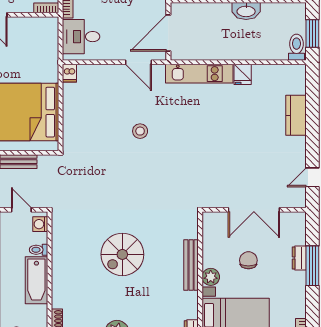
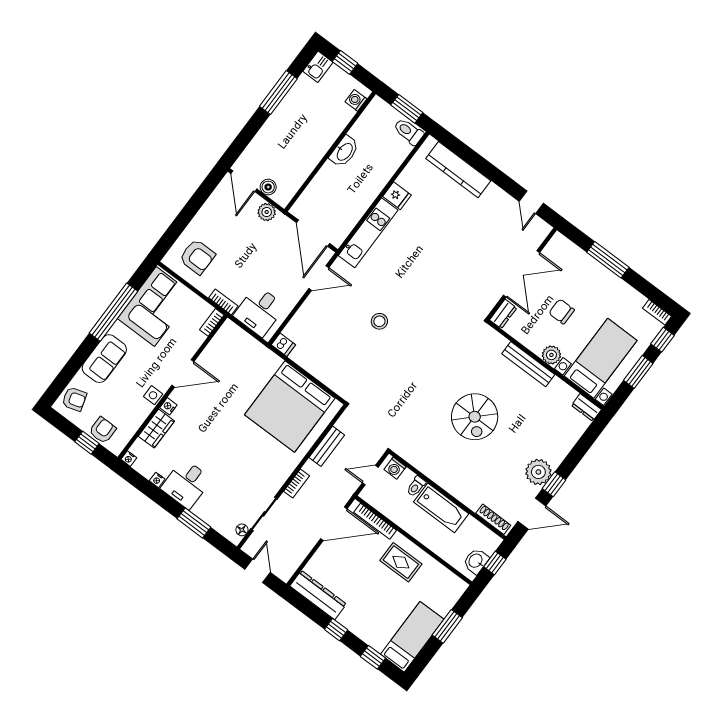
kitchen counter: (296, 115) -> (458, 170), width x1.50
dresser: (299, 258) -> (503, 314), moved, turned -90

